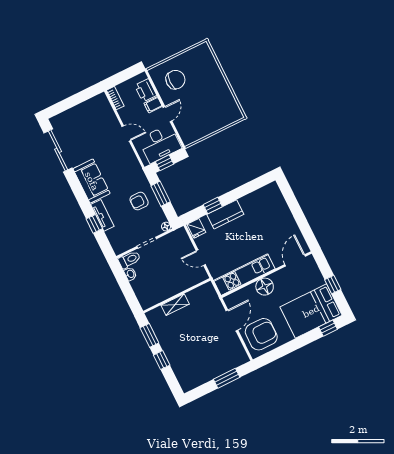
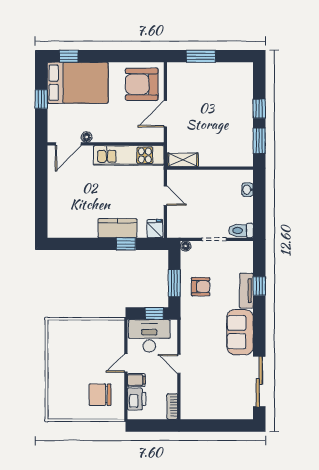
washbasin: (130, 274) -> (248, 190), moved
floor lamp: (265, 287) -> (87, 137), moved, width x0.53, depth x0.53
shelving: (175, 305) -> (183, 160), moved

